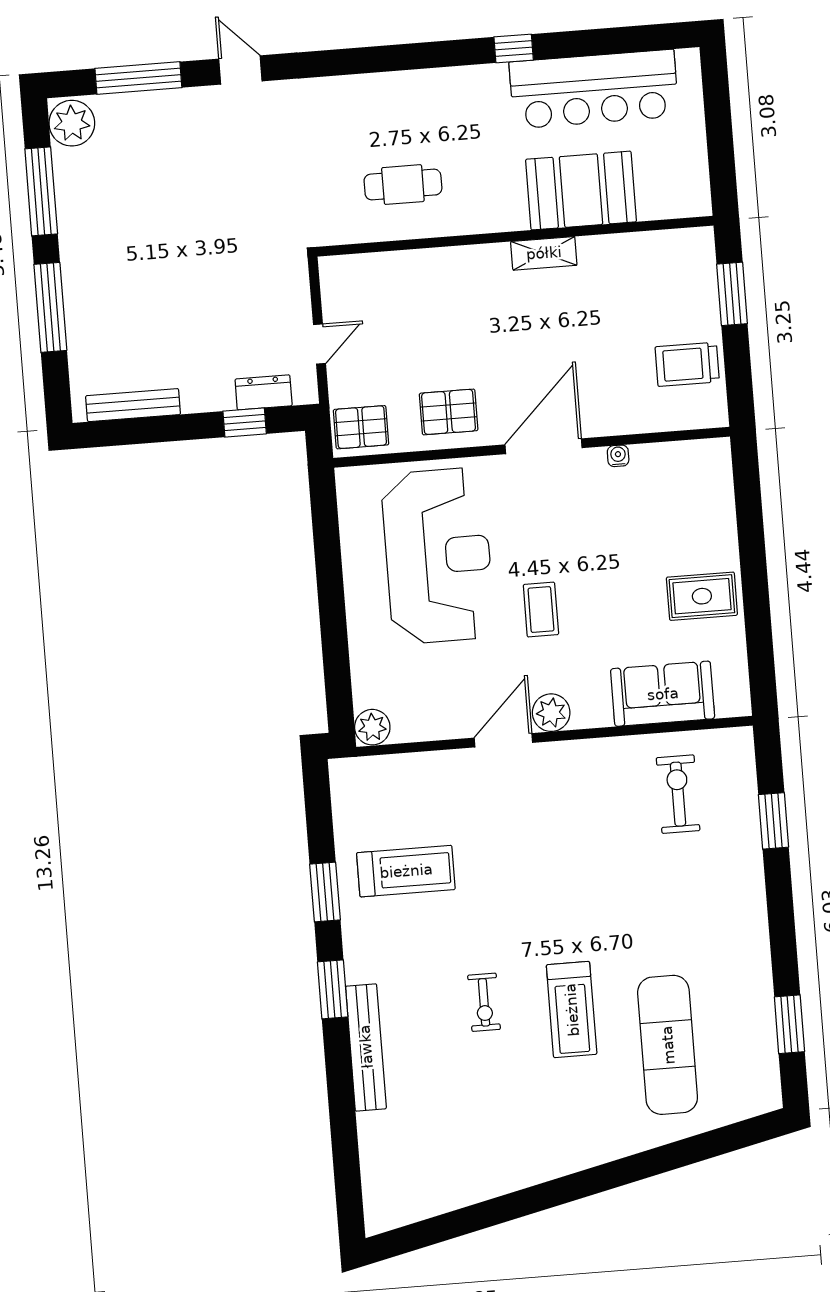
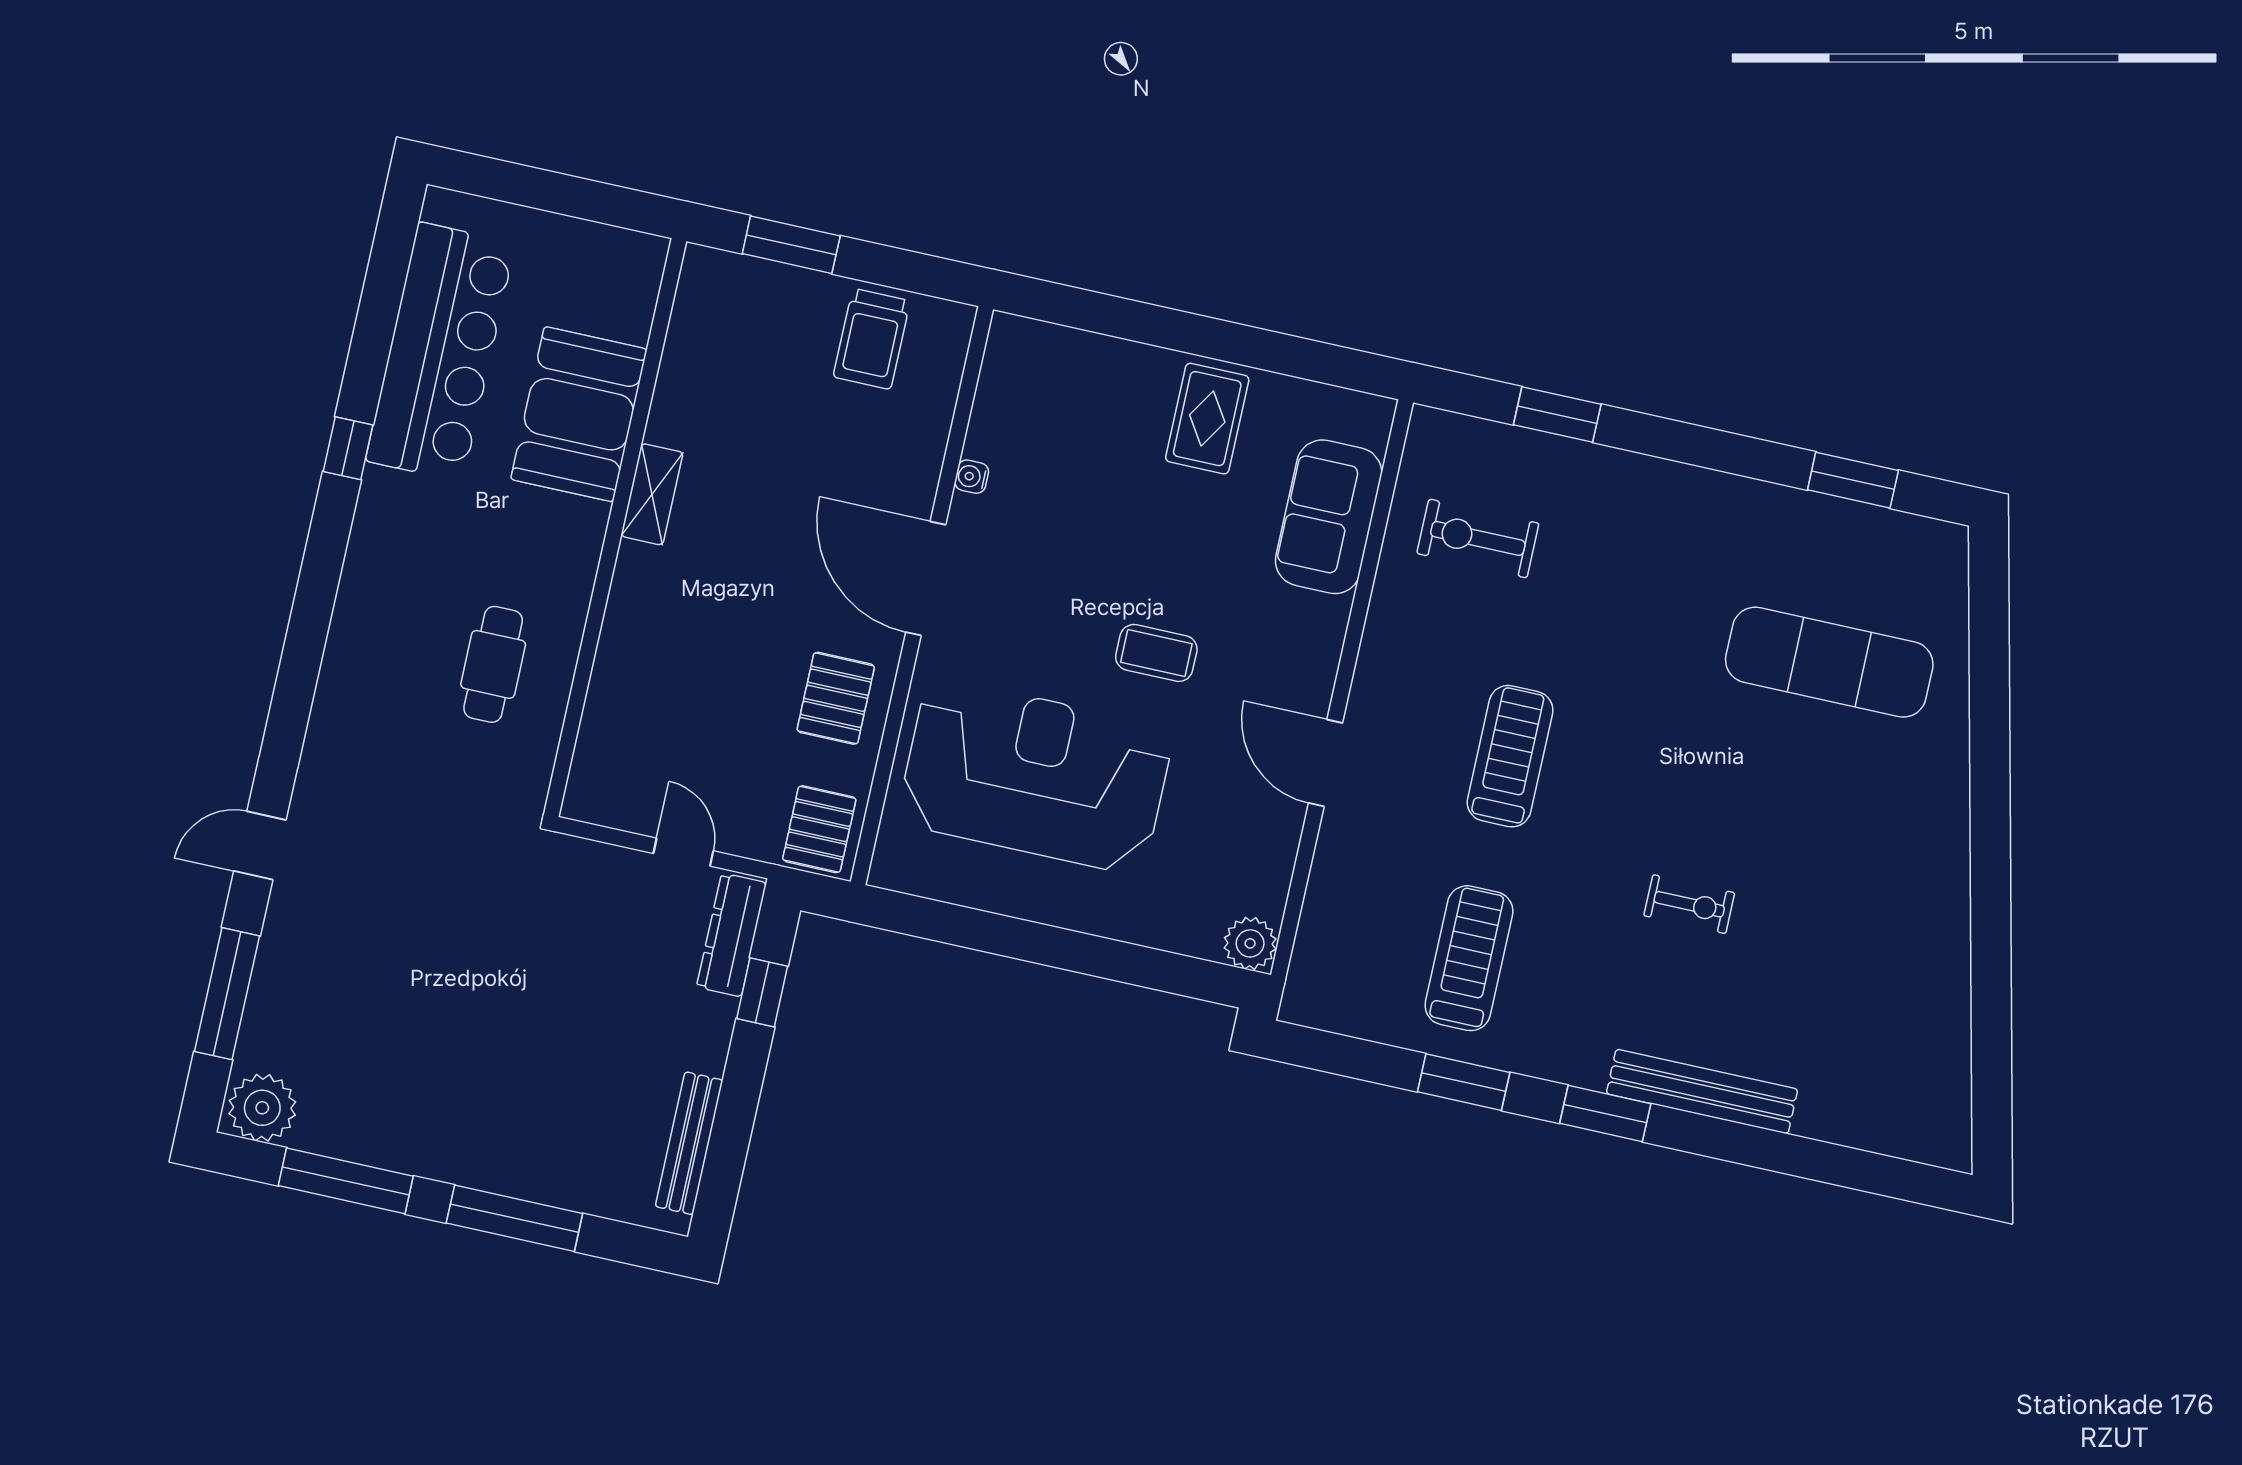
dresser: (264, 392) -> (731, 935), width x1.44
plant: (551, 713) -> (1307, 683), removed
treadmill: (572, 1010) -> (1510, 756), moved, turned -90

